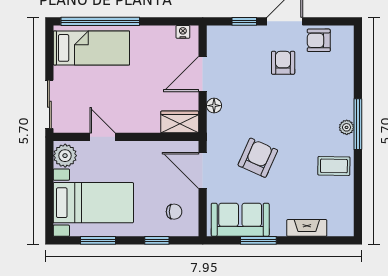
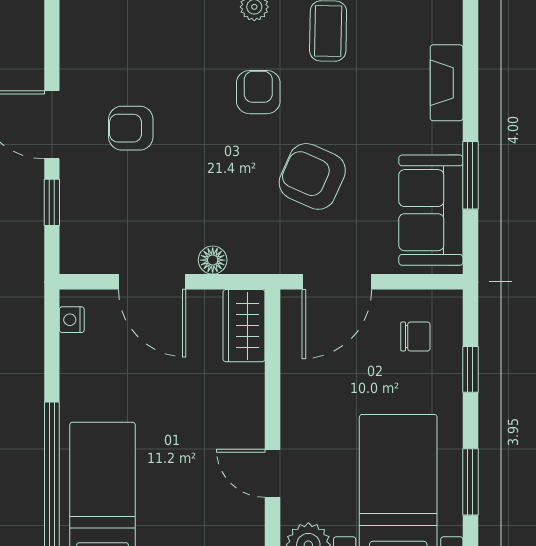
armchair: (319, 40) -> (258, 92), moved, turned 180
door: (103, 137) -> (273, 473), hinge flipped
chair: (174, 212) -> (415, 336), turned 90

